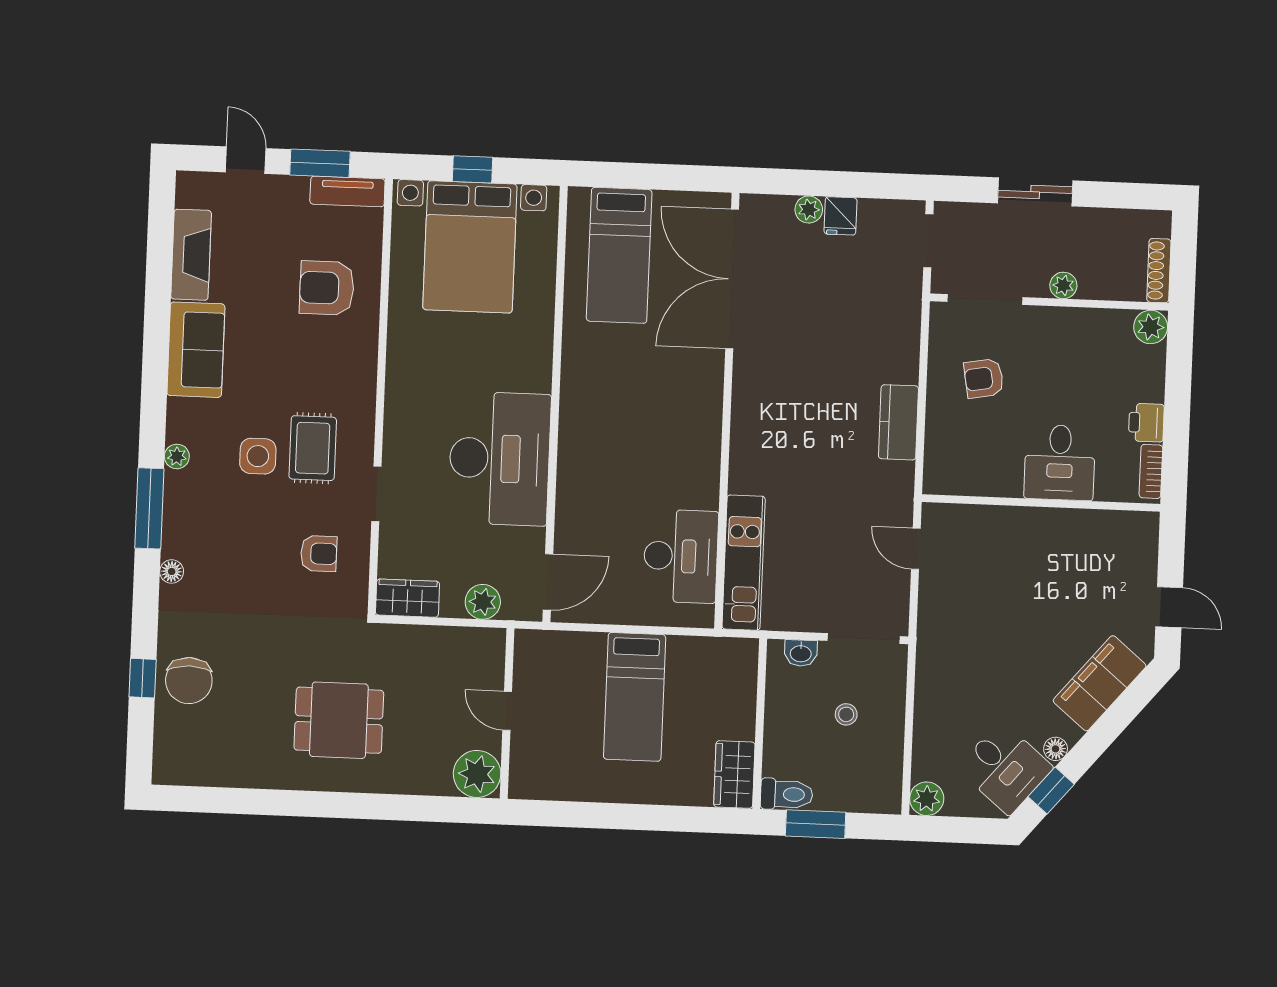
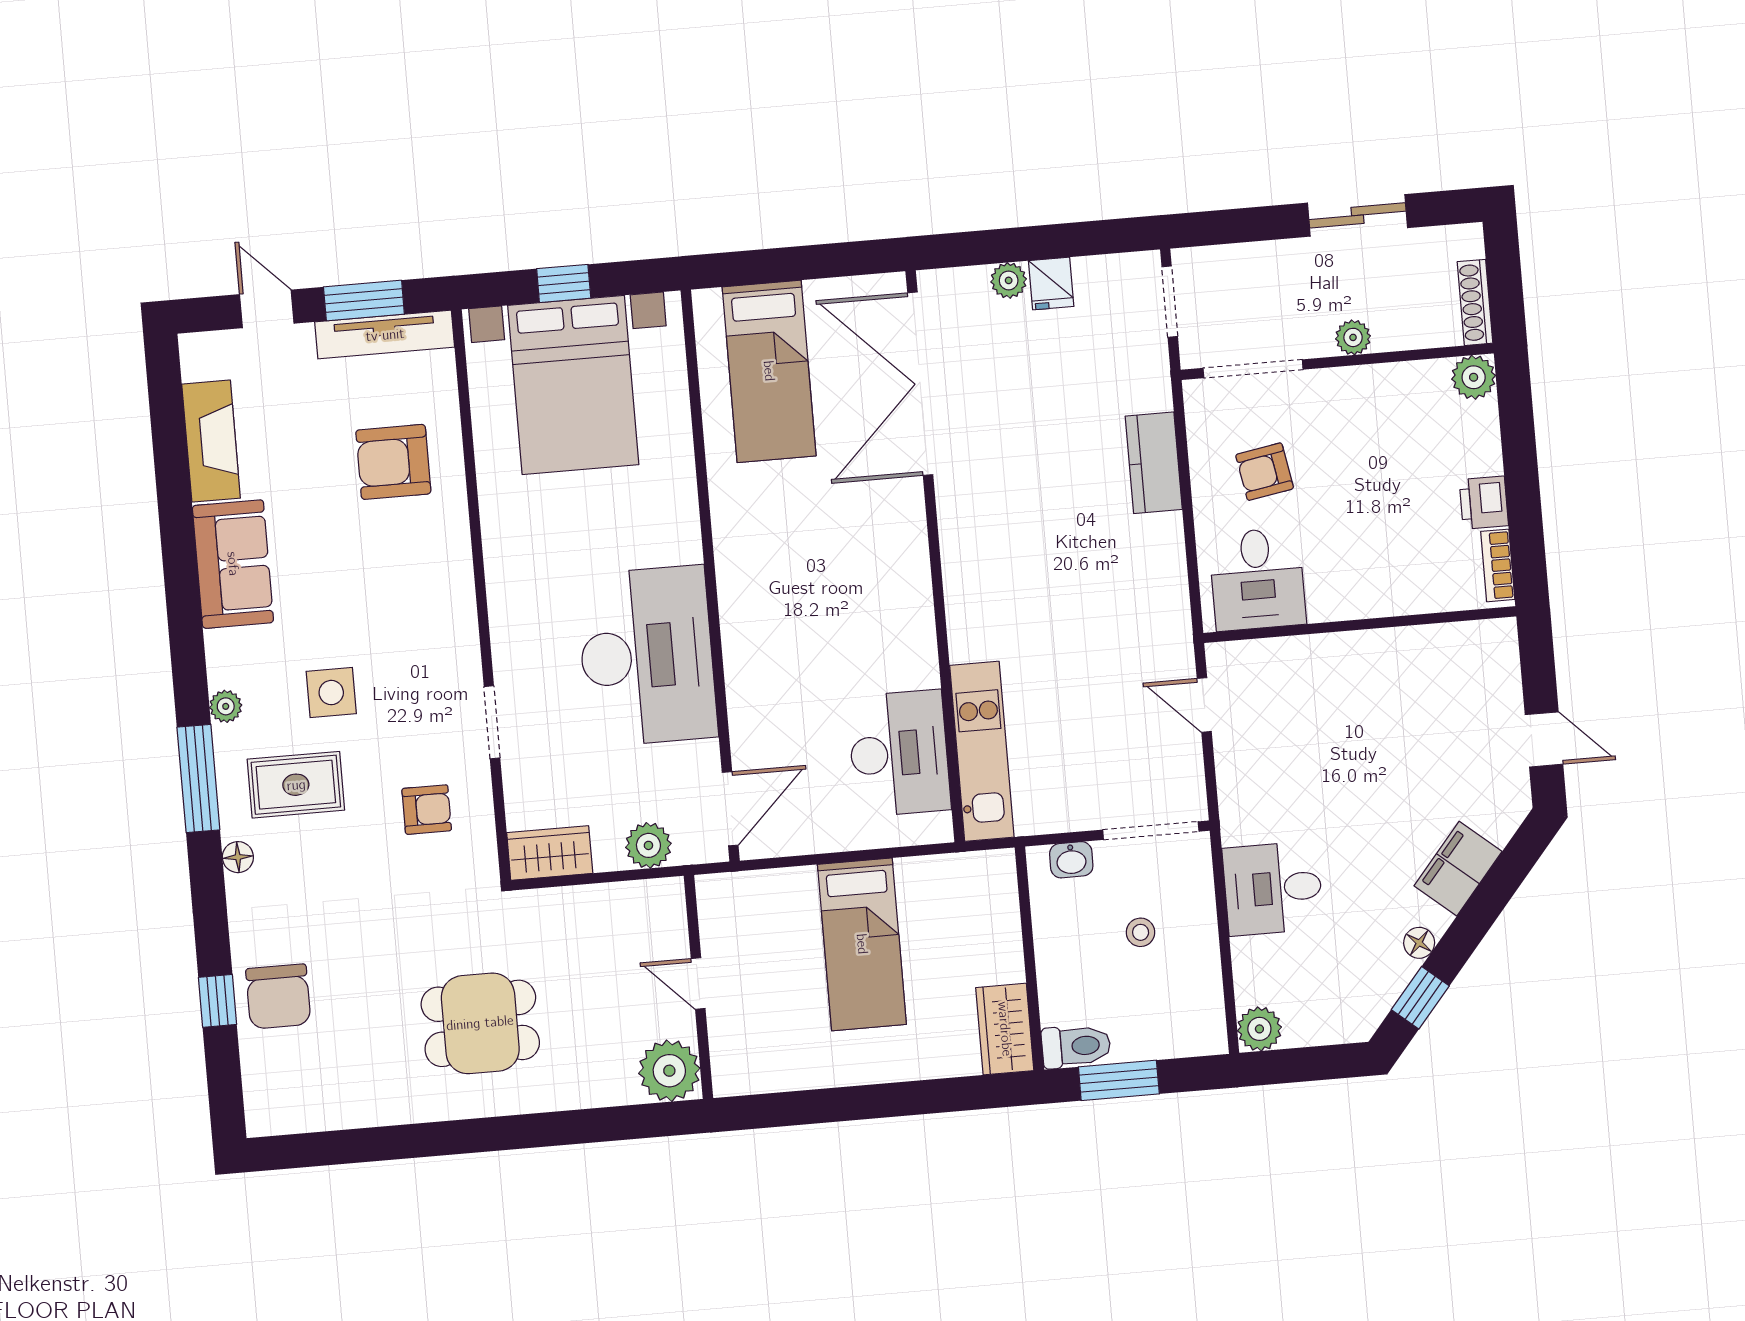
tv unit: (347, 191) -> (385, 335), width x1.41
sliding door: (1035, 192) -> (1358, 215), moved
kitchen counter: (898, 422) -> (1154, 463), moved
rug: (313, 448) -> (296, 785), moved, turned 90
desk: (1060, 462) -> (1257, 579), moved
filing cabinet: (1100, 683) -> (1458, 869), width x0.67, depth x0.86
desk: (1005, 768) -> (1273, 888), moved, turned 140

